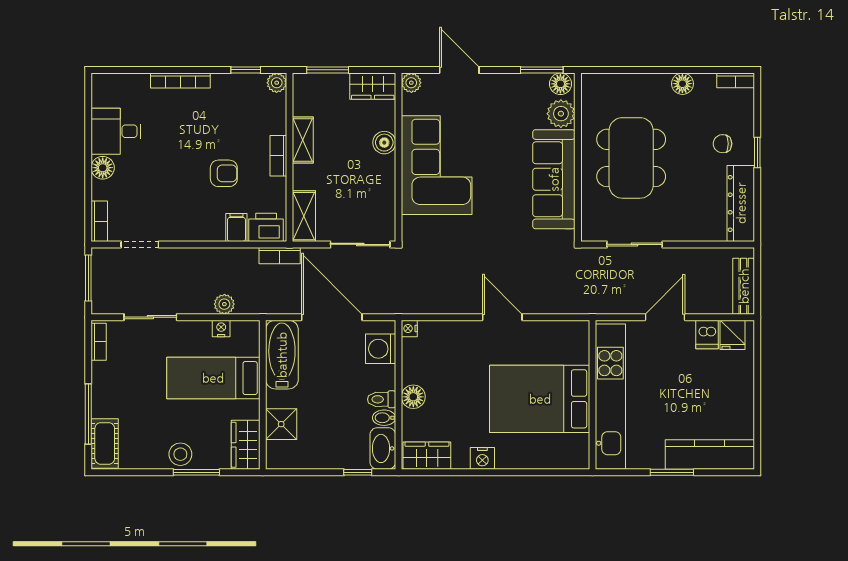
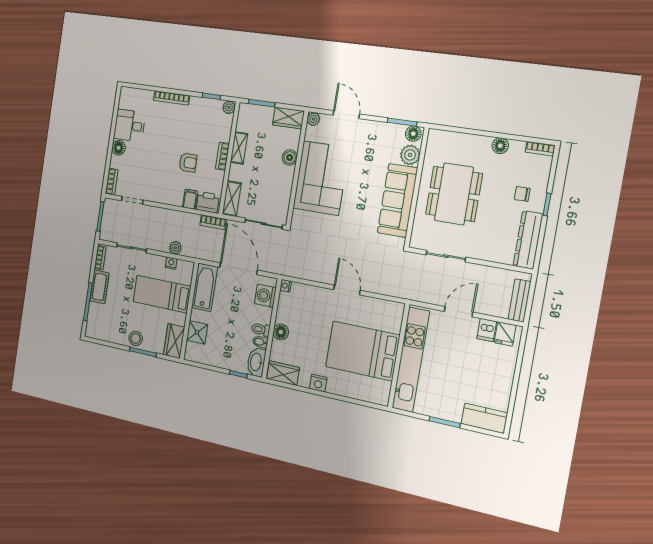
cot: (105, 443) -> (99, 287), moved
kitchen counter: (710, 455) -> (484, 418), width x0.67

